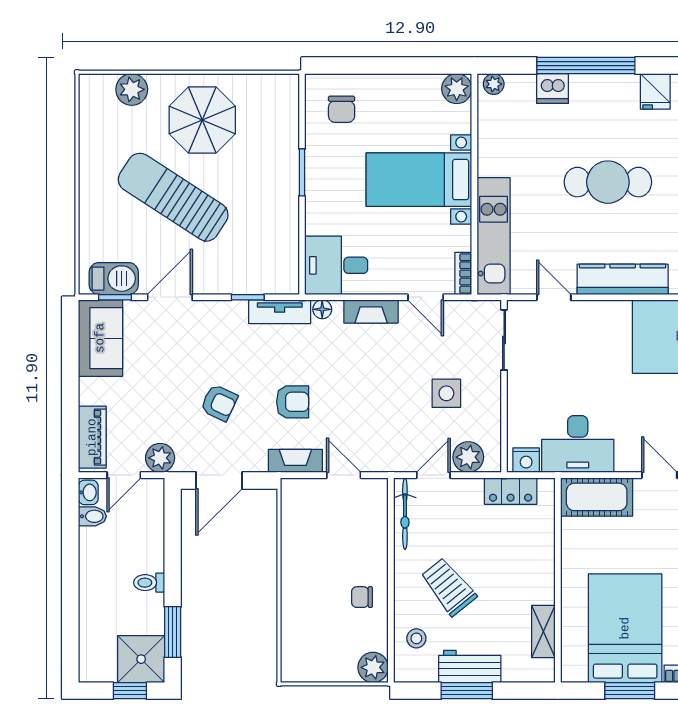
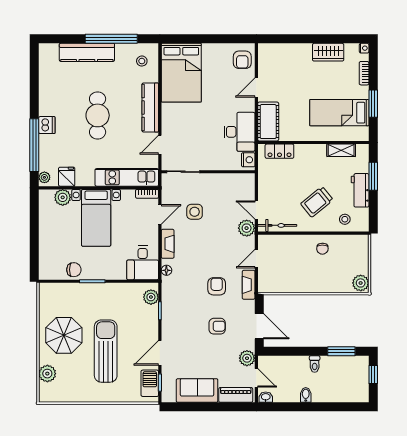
window: (586, 66) -> (34, 145), moved
plant: (457, 89) -> (63, 197), moved
dishwasher: (552, 89) -> (47, 125), moved
fridge: (655, 91) -> (67, 177), moved, turned -90
chair: (342, 109) -> (74, 270), moved
sun lounger: (173, 197) -> (106, 351), turned 147
plant: (273, 281) -> (151, 297), added
door: (170, 297) -> (160, 353), hinge flipped
tv unit: (280, 312) -> (168, 293), removed
sofa: (100, 338) -> (197, 390), moved
side table: (446, 393) -> (195, 212), moved
armchair: (219, 403) -> (217, 326), turned 65
plant: (468, 457) -> (247, 228), moved
locker: (511, 491) -> (279, 151), moved, turned 90
bidet: (92, 516) -> (306, 395), moved
bed: (625, 628) -> (339, 113), width x0.67
shower: (141, 659) -> (356, 368), removed
plant: (373, 667) -> (361, 283), moved
window: (467, 691) -> (373, 176), moved

